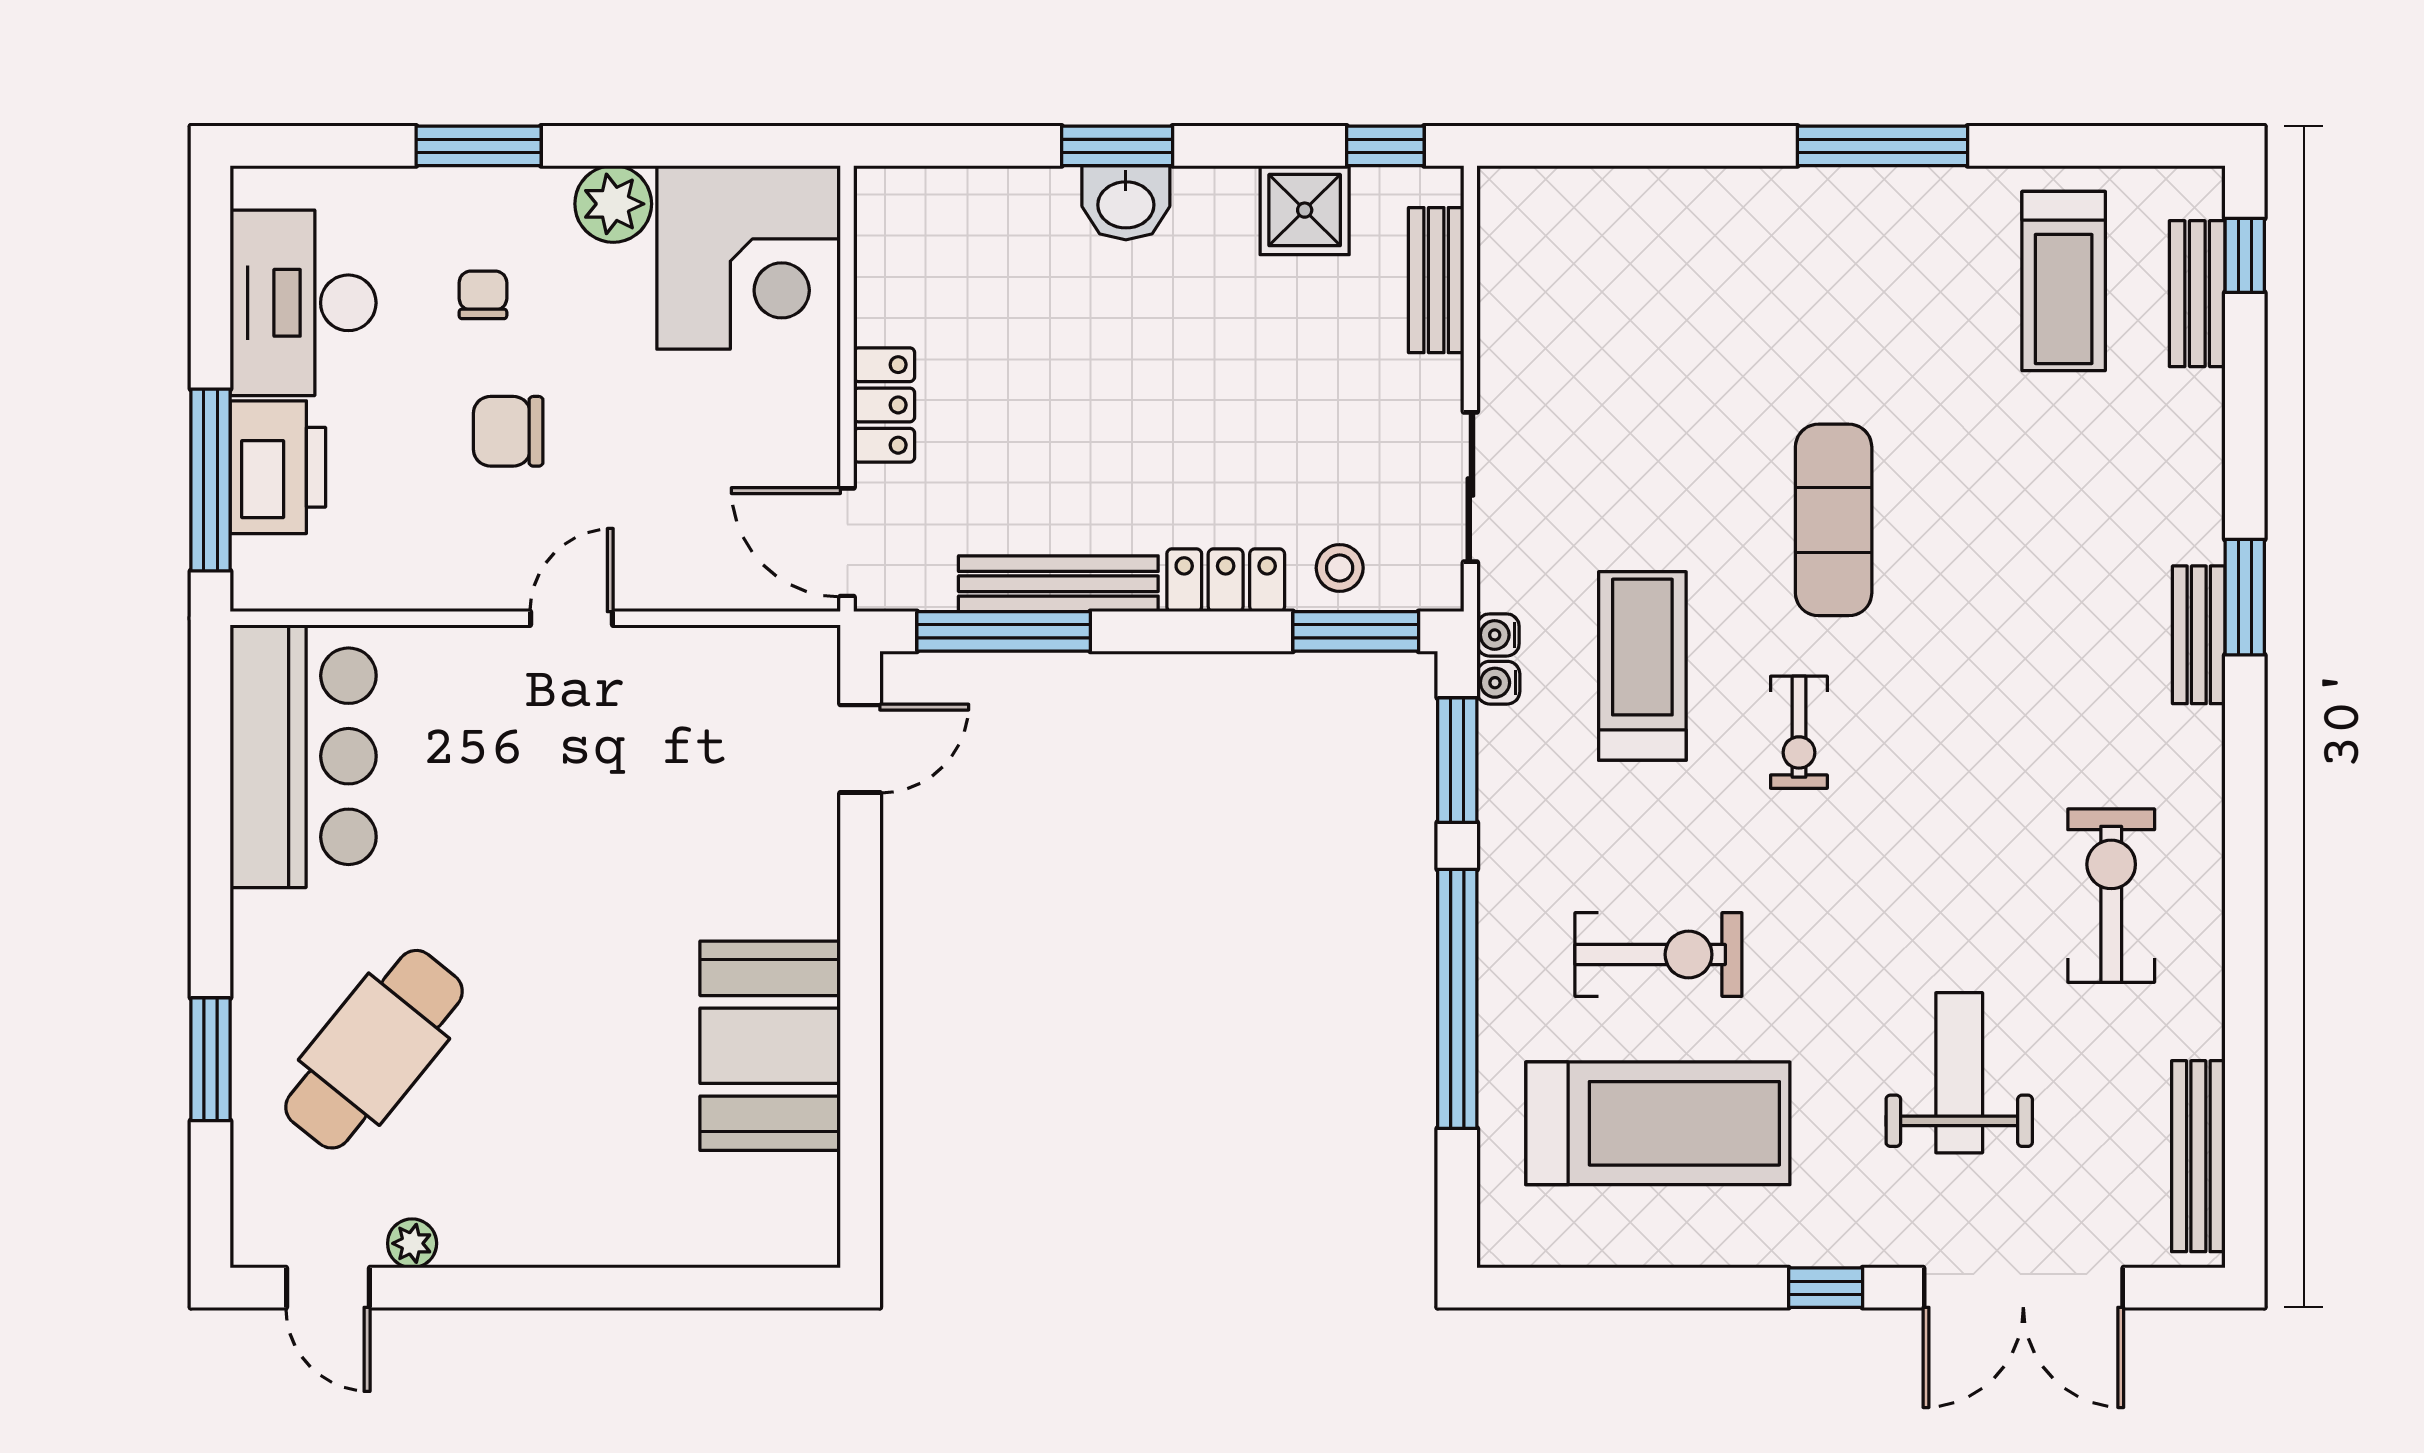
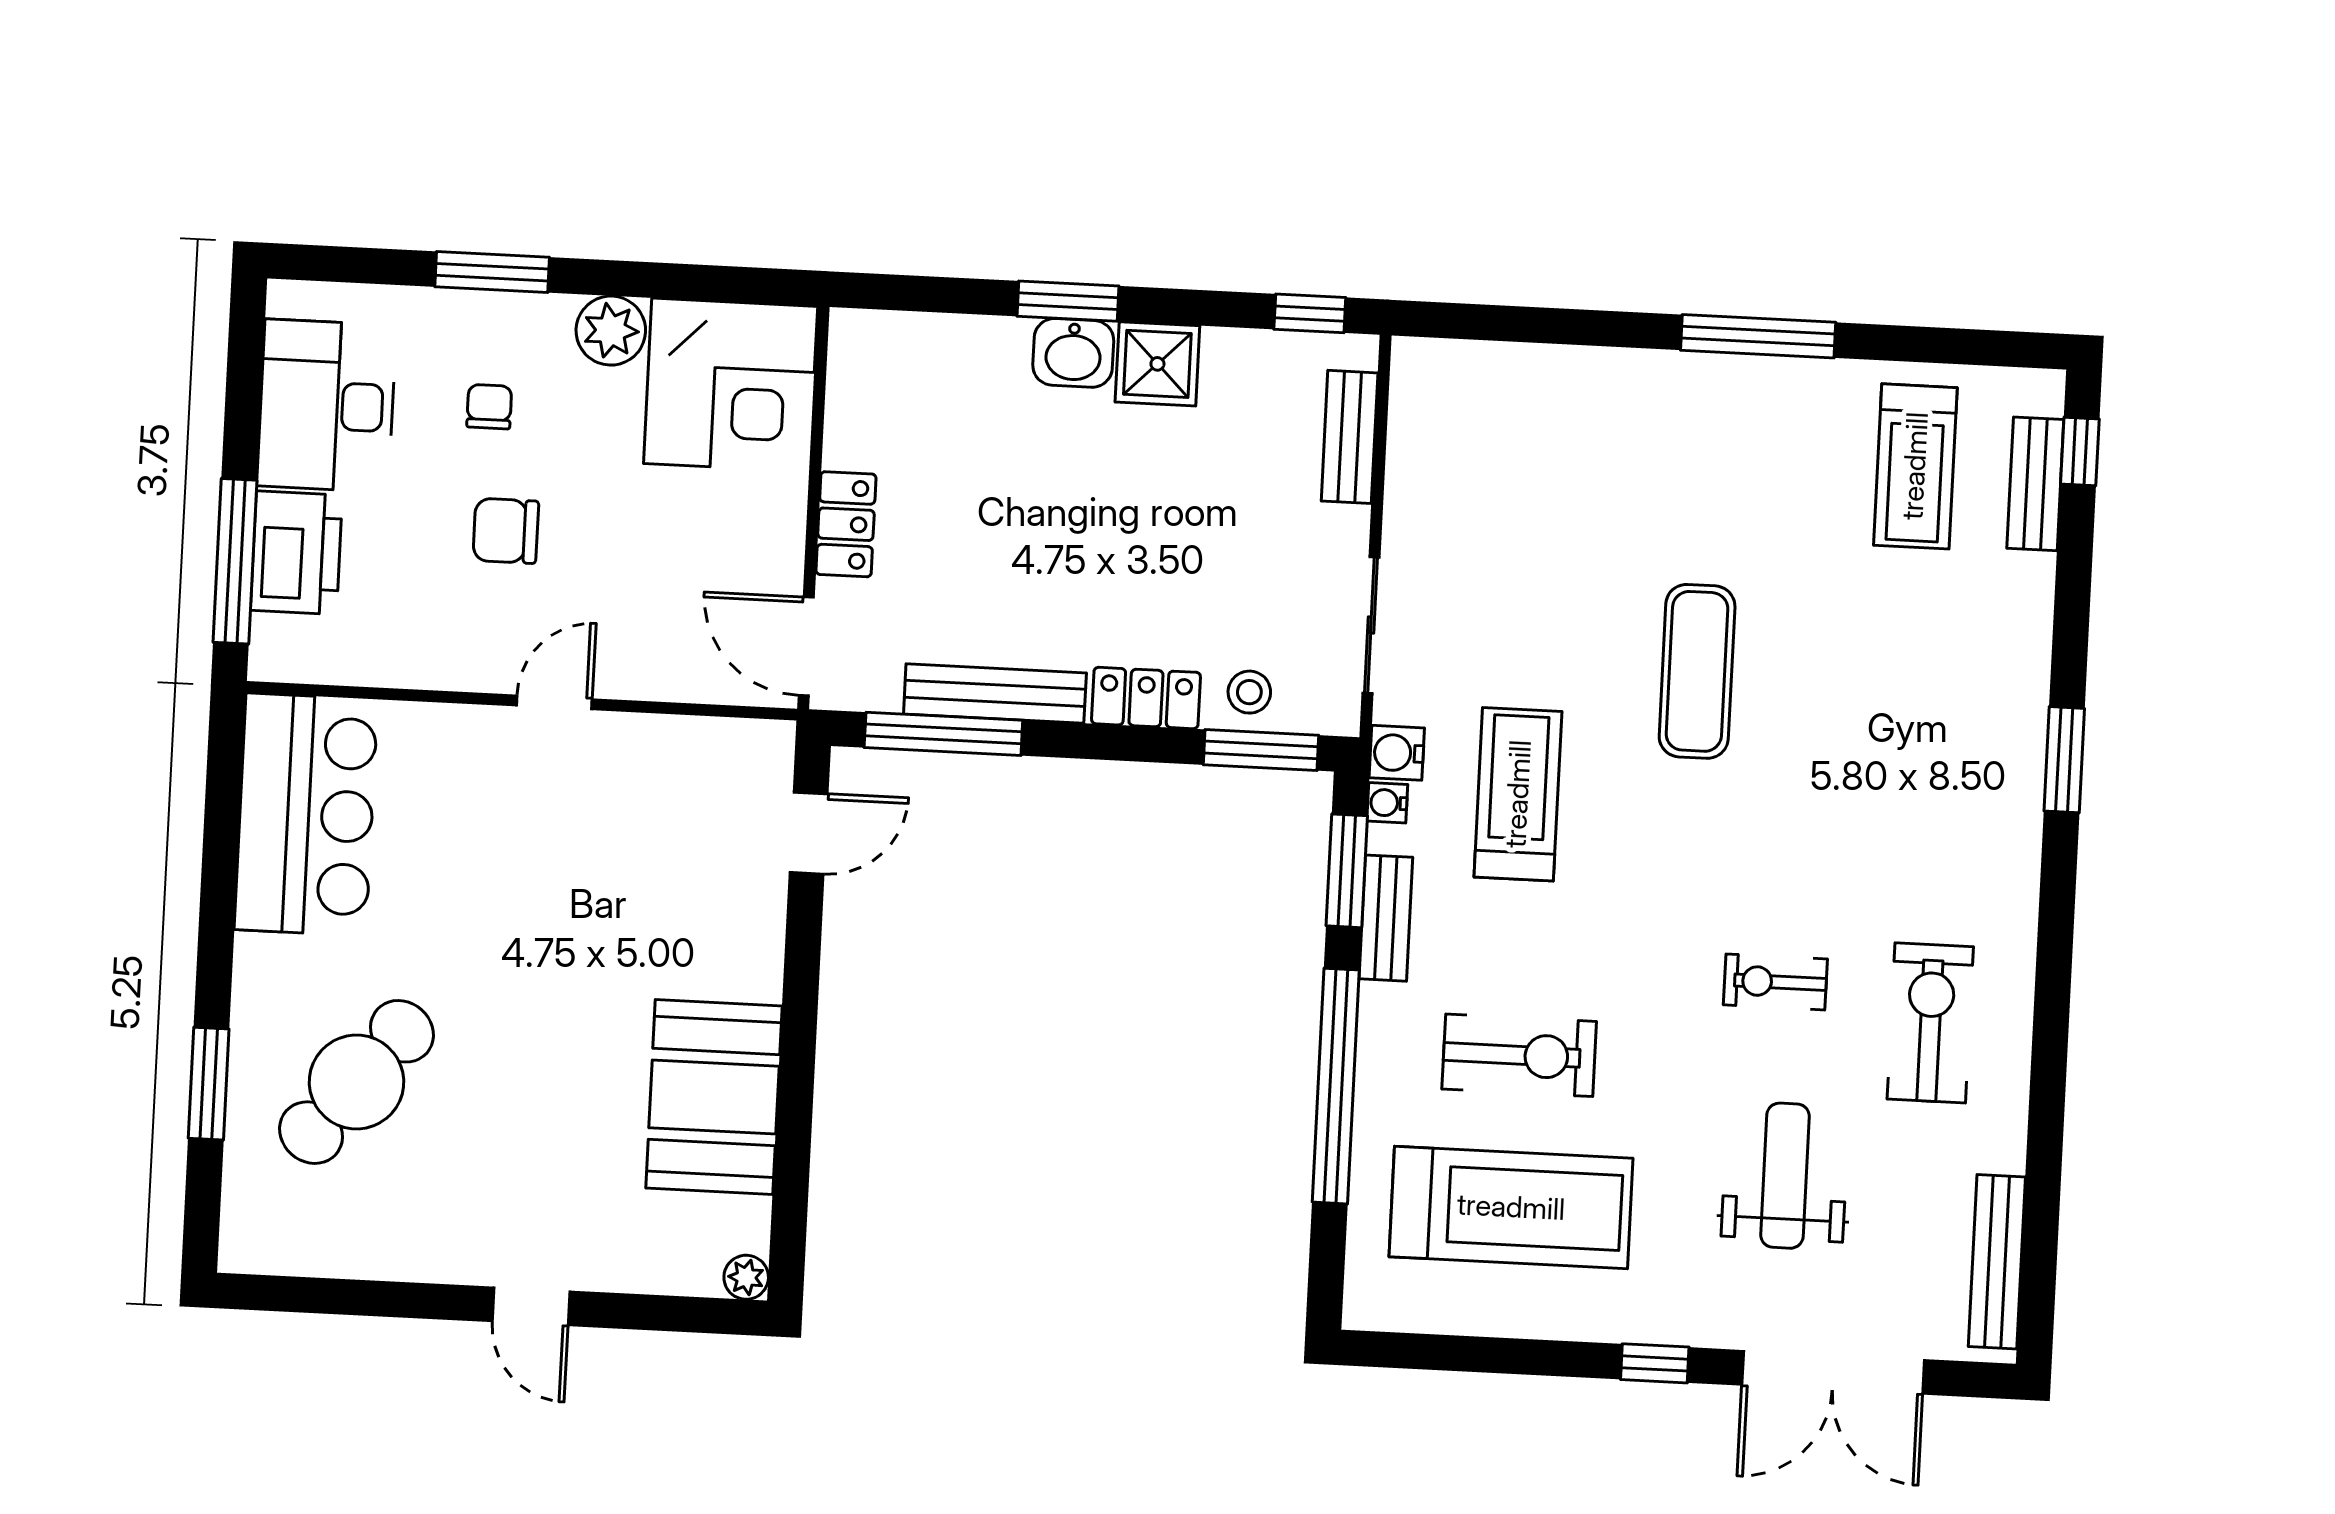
shower: (1305, 210) -> (1157, 364), moved
water cooler: (1498, 635) -> (1397, 753), width x1.38, depth x1.38
bench: (2199, 635) -> (1386, 918), moved
exercise bike: (1799, 732) -> (1775, 982), moved, turned 90
plant: (412, 1243) -> (746, 1277), moved
door: (328, 1288) -> (531, 1306), moved

